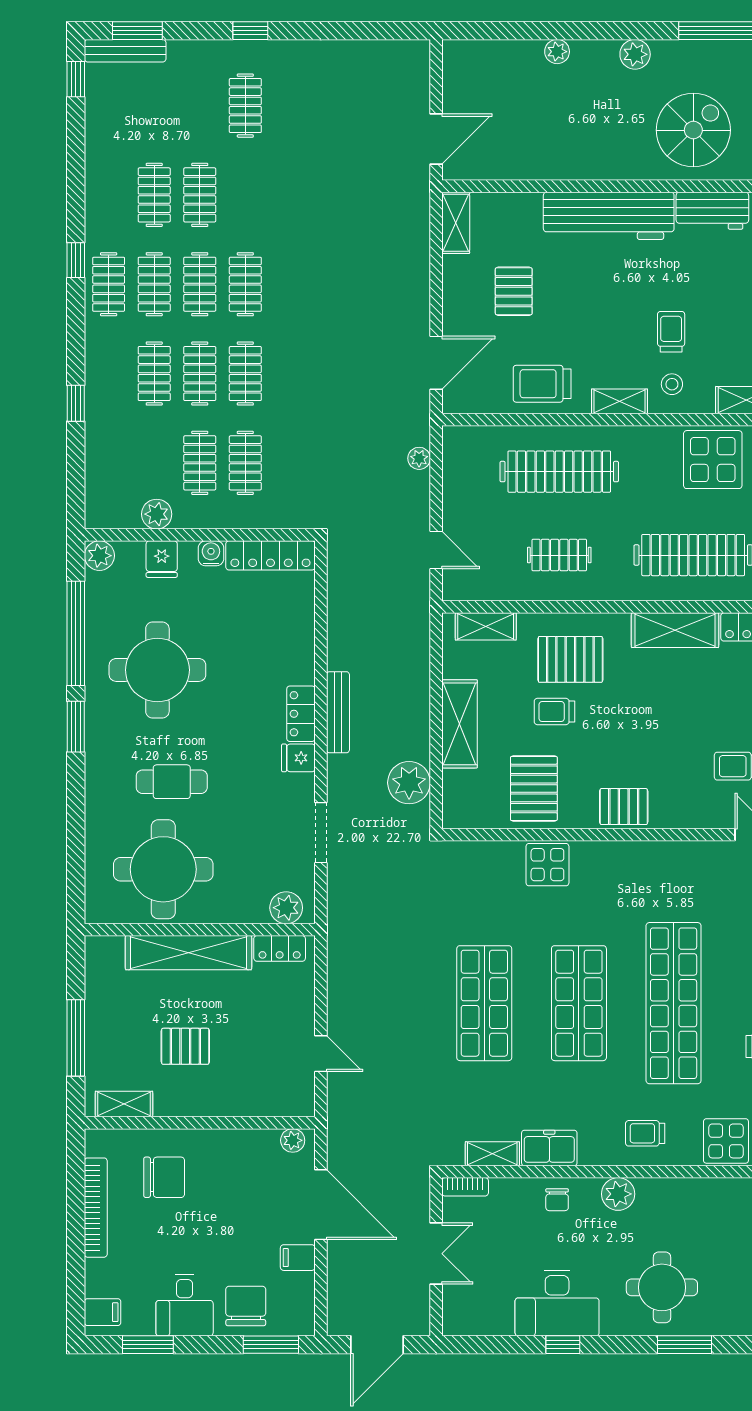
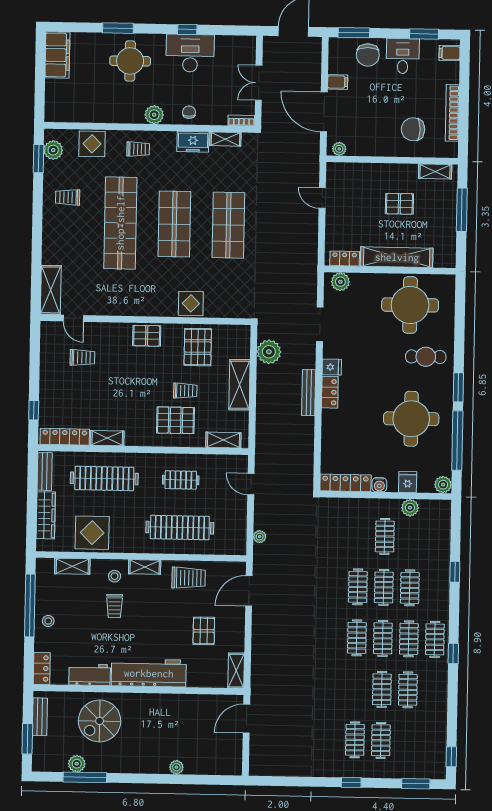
bench: (125, 51) -> (423, 772), removed
plant: (635, 54) -> (77, 764), moved
clothes rail: (245, 463) -> (381, 740), moved
shelving: (675, 630) -> (107, 438), width x0.67, depth x0.75
cafe table: (172, 782) -> (426, 357), moved

